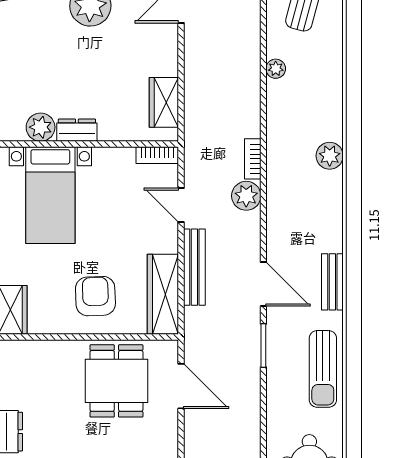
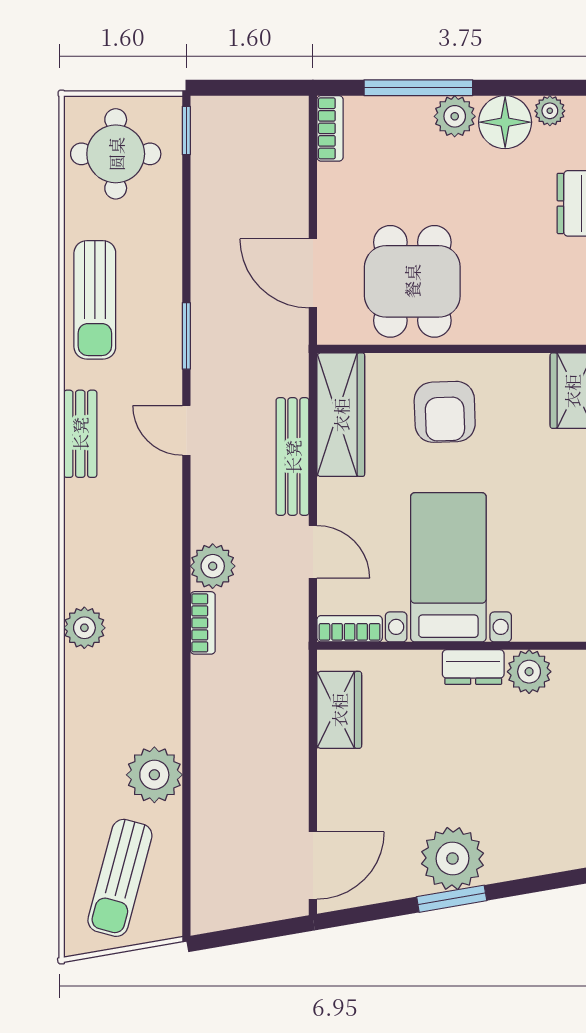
plant: (276, 69) -> (154, 775), width x1.87, depth x1.87
bed with nightstands: (50, 195) -> (448, 567), moved
door: (263, 284) -> (186, 430), width x0.73
sun lounger: (323, 369) -> (95, 300), turned 180

